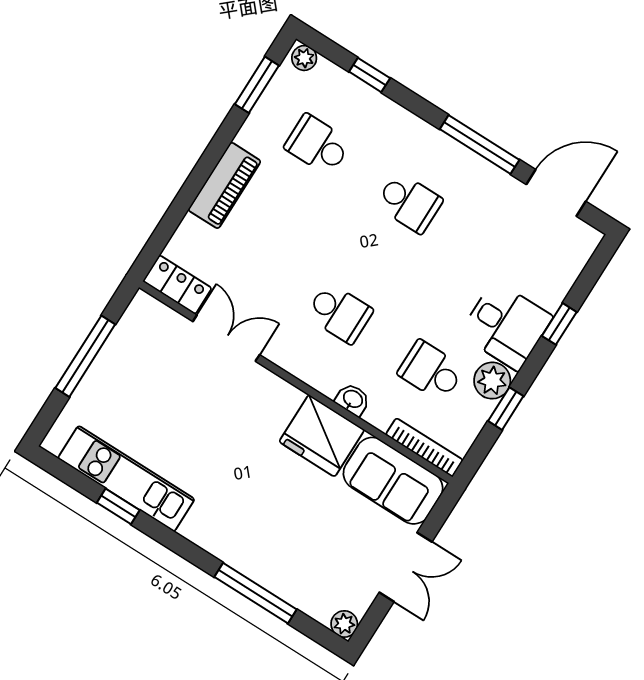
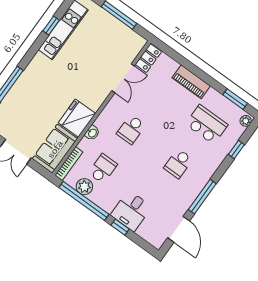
school desk: (318, 145) -> (207, 124), width x1.85
desk: (506, 326) -> (131, 211), moved
plant: (492, 381) -> (84, 187), moved
window: (506, 409) -> (84, 201), width x3.17

